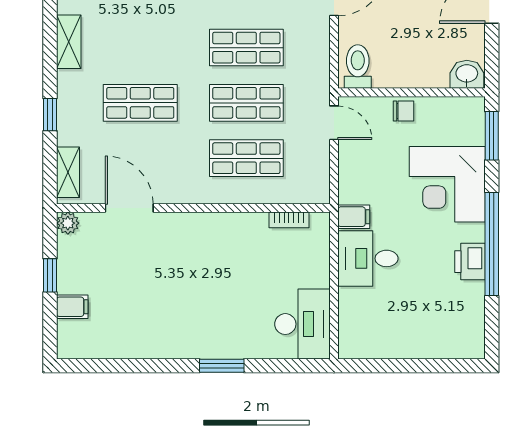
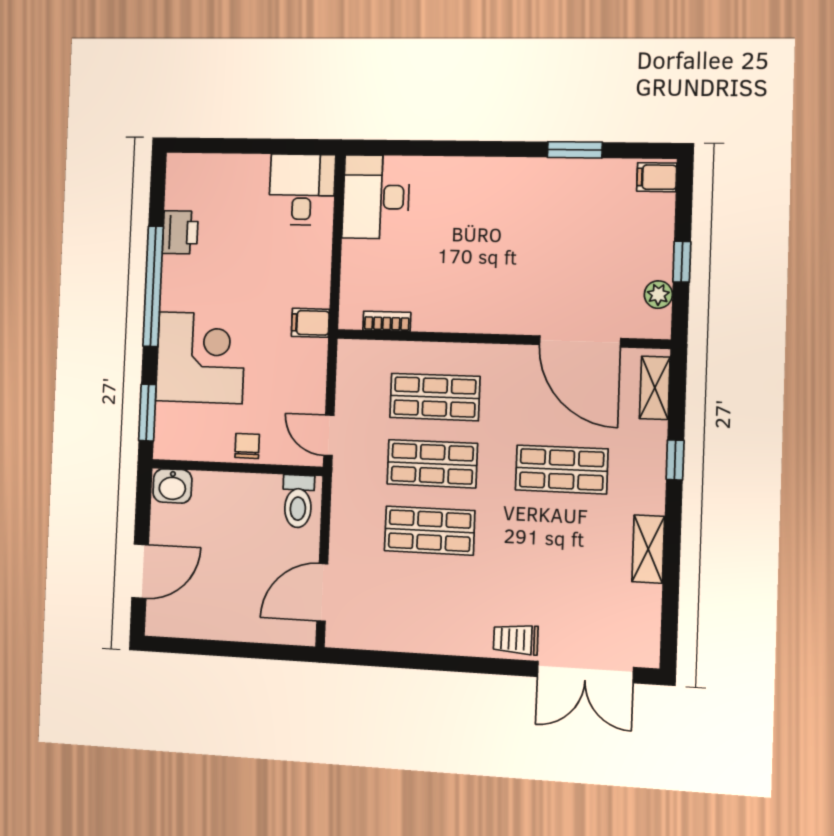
chair: (403, 111) -> (247, 446), turned 90
door: (129, 208) -> (580, 341), width x1.36
plant: (68, 223) -> (658, 295), moved
desk: (368, 258) -> (302, 190), moved, turned -90
printer: (470, 262) -> (180, 232), moved
filing cabinet: (72, 307) -> (657, 177), moved
window: (222, 366) -> (575, 150), moved

